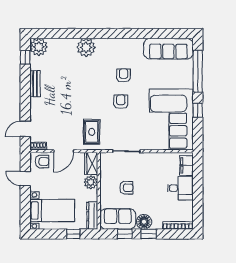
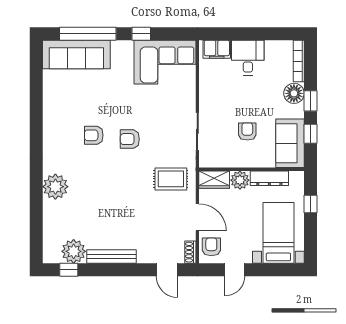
plant: (39, 47) -> (74, 251), moved
sofa: (168, 49) -> (76, 55), moved, turned 90
bench: (35, 84) -> (111, 256), width x1.36
corner sofa: (171, 119) -> (165, 62), width x0.73, depth x0.74
dresser: (92, 215) -> (269, 178), moved
floor lamp: (144, 222) -> (294, 93), moved

